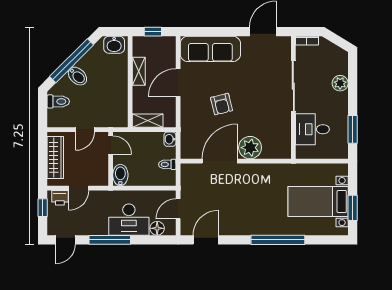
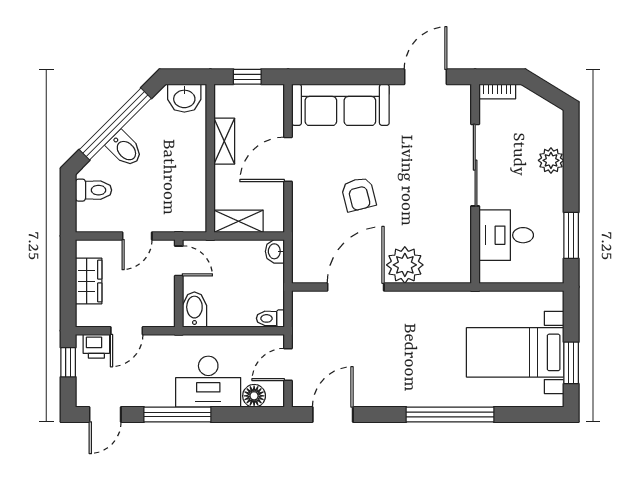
wardrobe: (55, 158) -> (89, 281), width x0.67
toilet: (167, 164) -> (270, 318), moved

